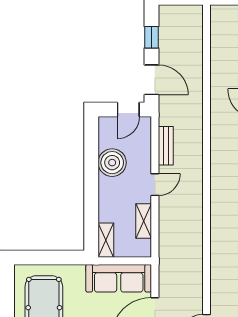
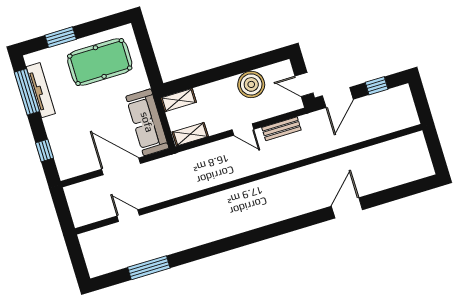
shelving: (144, 221) -> (190, 134), moved

